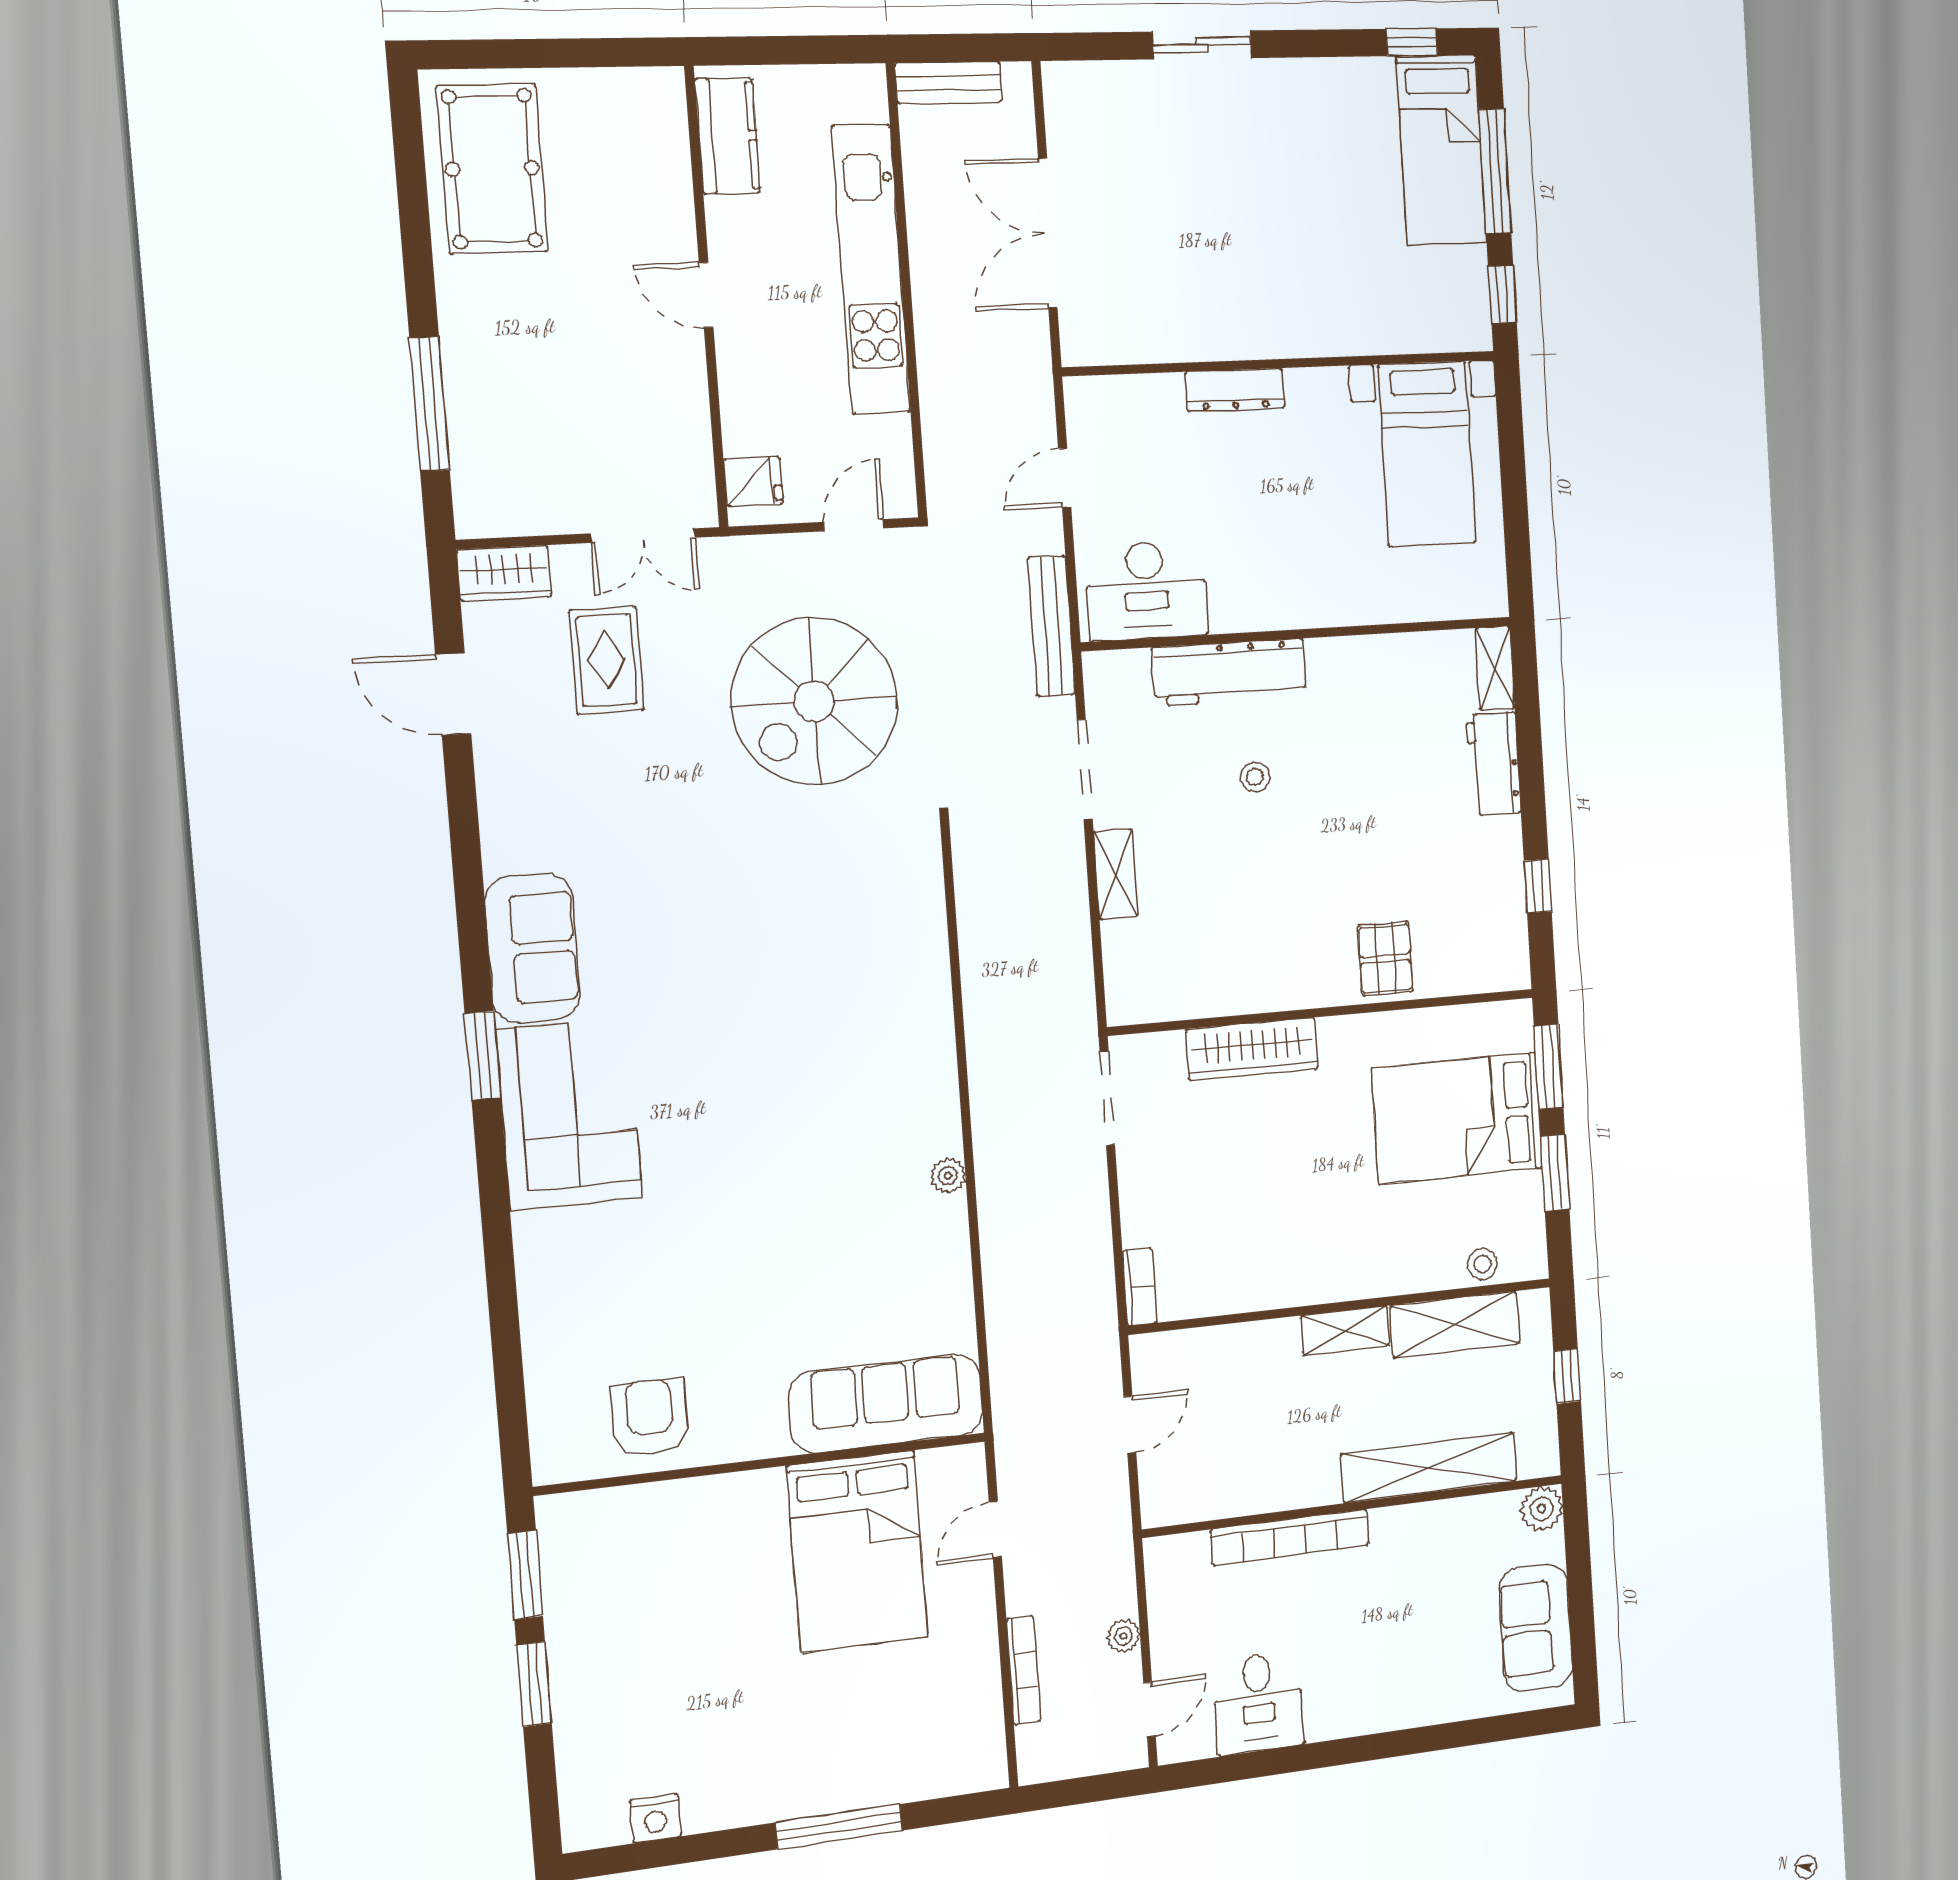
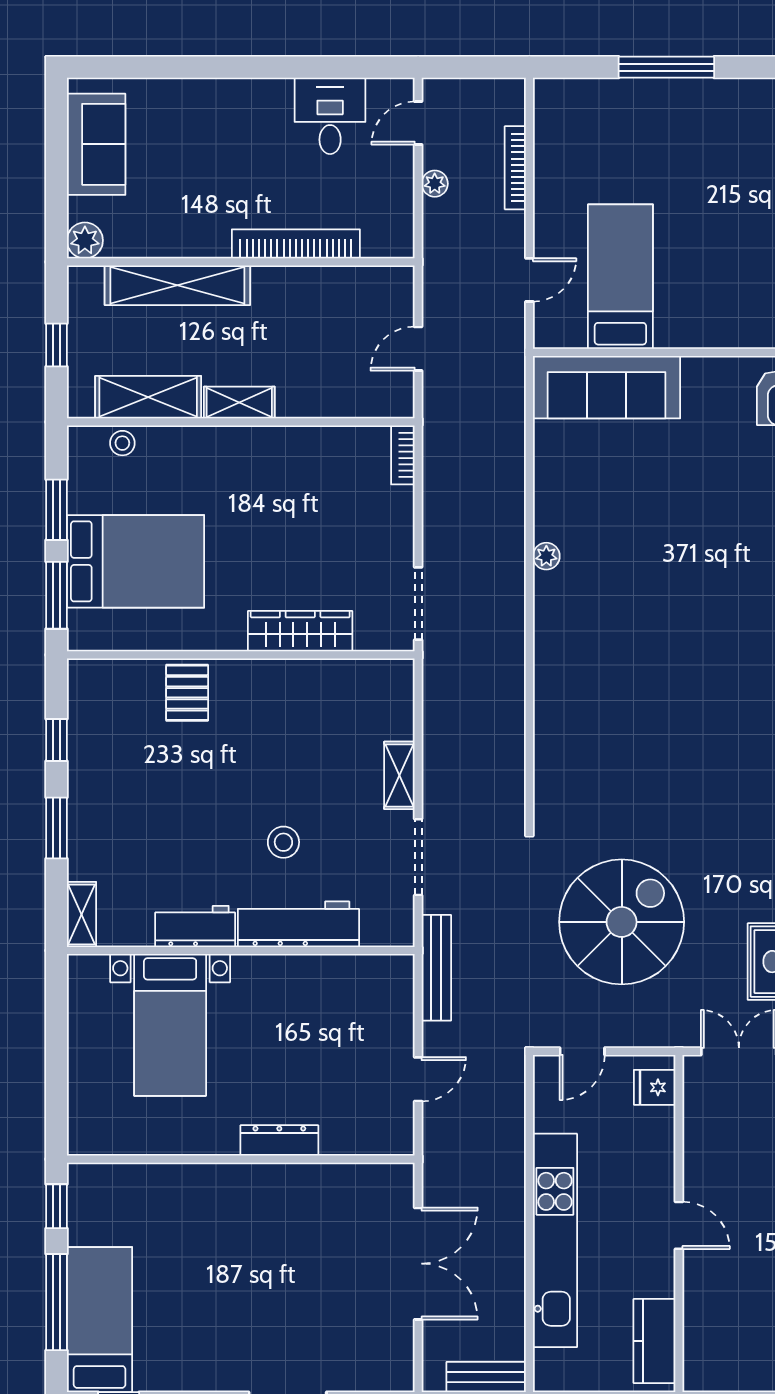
bed with nightstands: (1427, 454) -> (170, 1025), moved, turned 180
desk: (1146, 590) -> (360, 991), removed
workbench: (1493, 764) -> (195, 926), moved, turned -90
window: (1531, 776) -> (56, 828), added
stool: (1255, 777) -> (283, 842), width x1.37, depth x1.37
bed: (857, 1552) -> (620, 277), width x0.67

